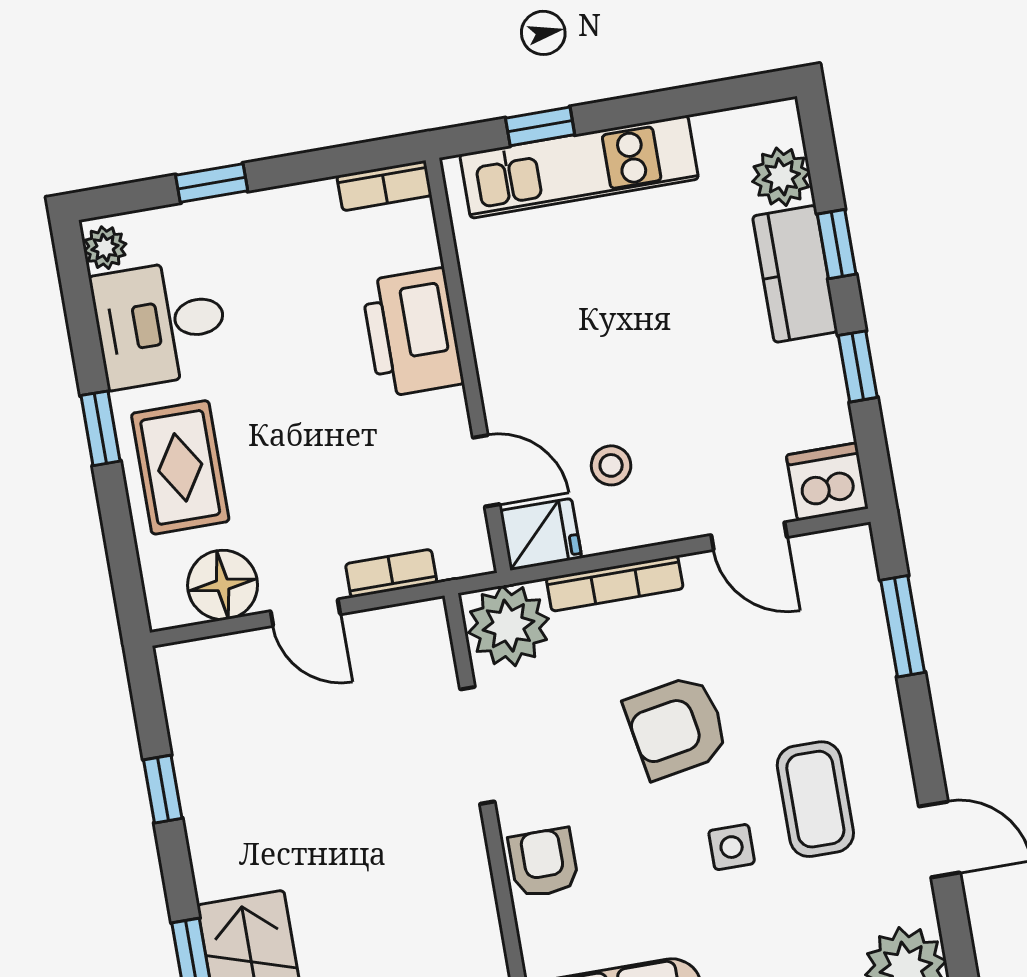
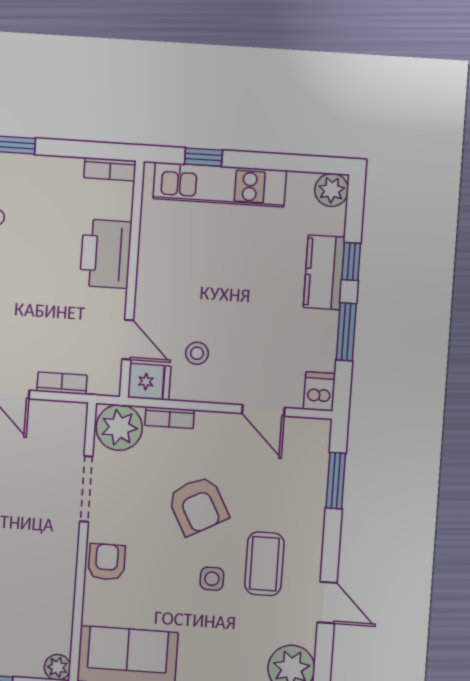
plant: (781, 177) -> (332, 190), moved
window: (858, 366) -> (346, 332), width x1.50
dishwasher: (827, 482) -> (319, 391), width x0.73
bookcase: (615, 583) -> (170, 418), width x0.64
armchair: (677, 727) -> (198, 506), turned -108

